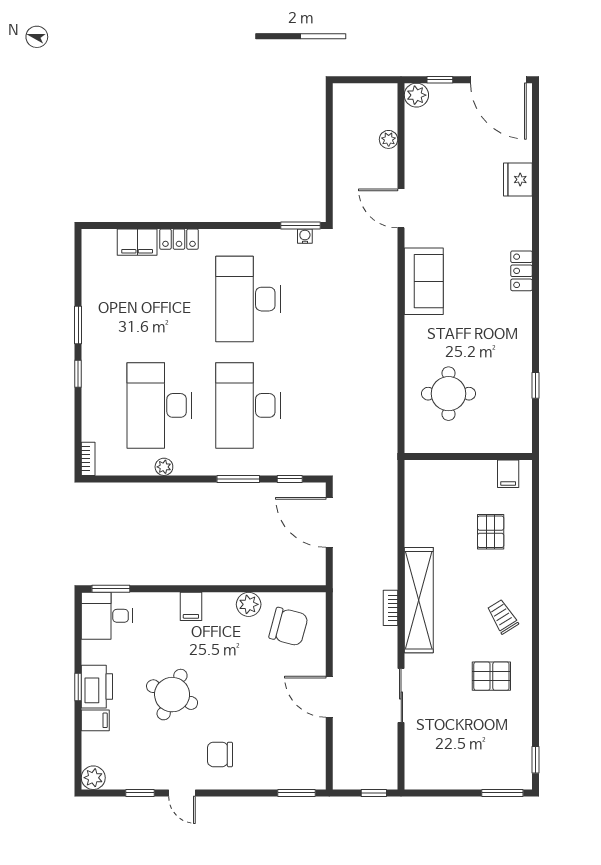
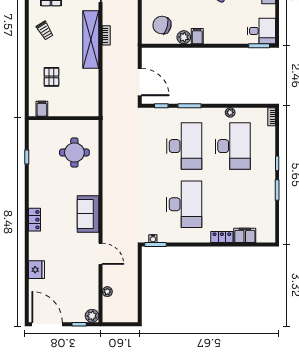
filing cabinet: (191, 606) -> (197, 36), moved

